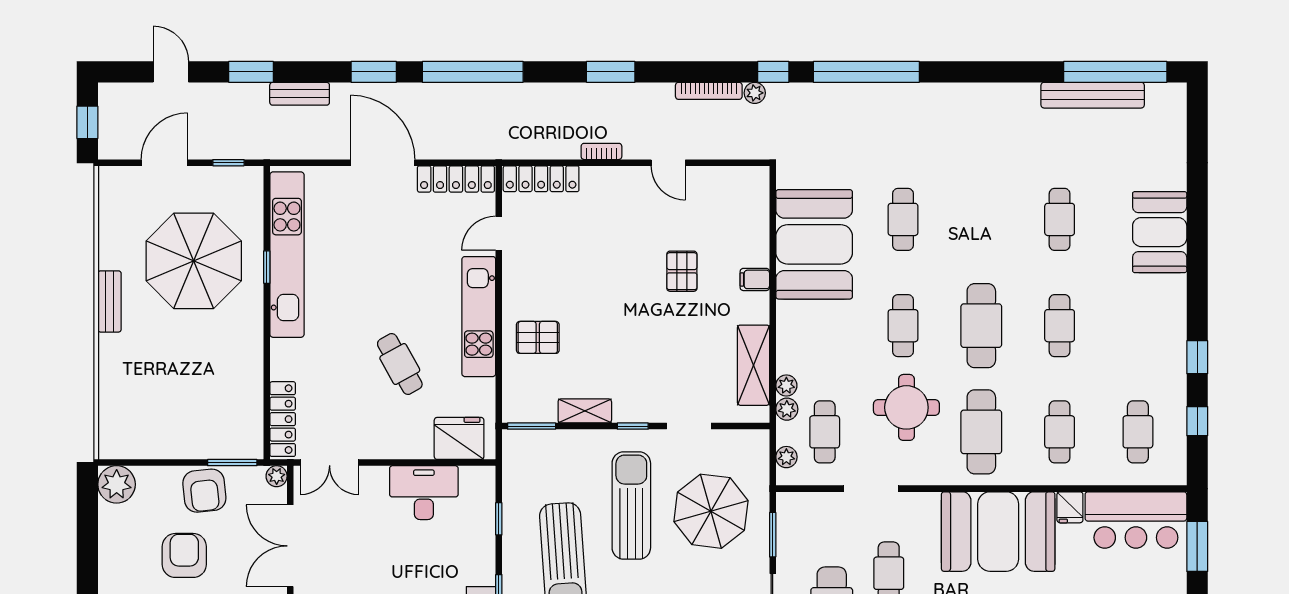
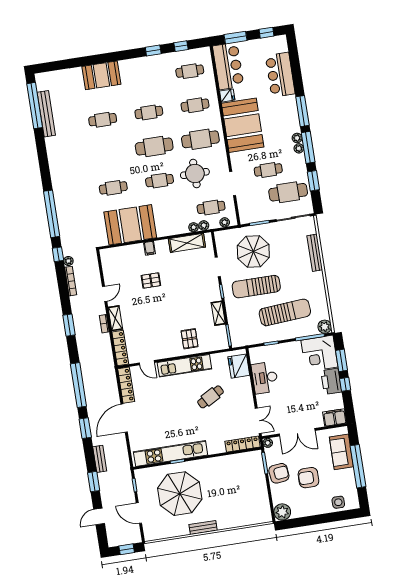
shelving: (610, 178) -> (115, 318), added

